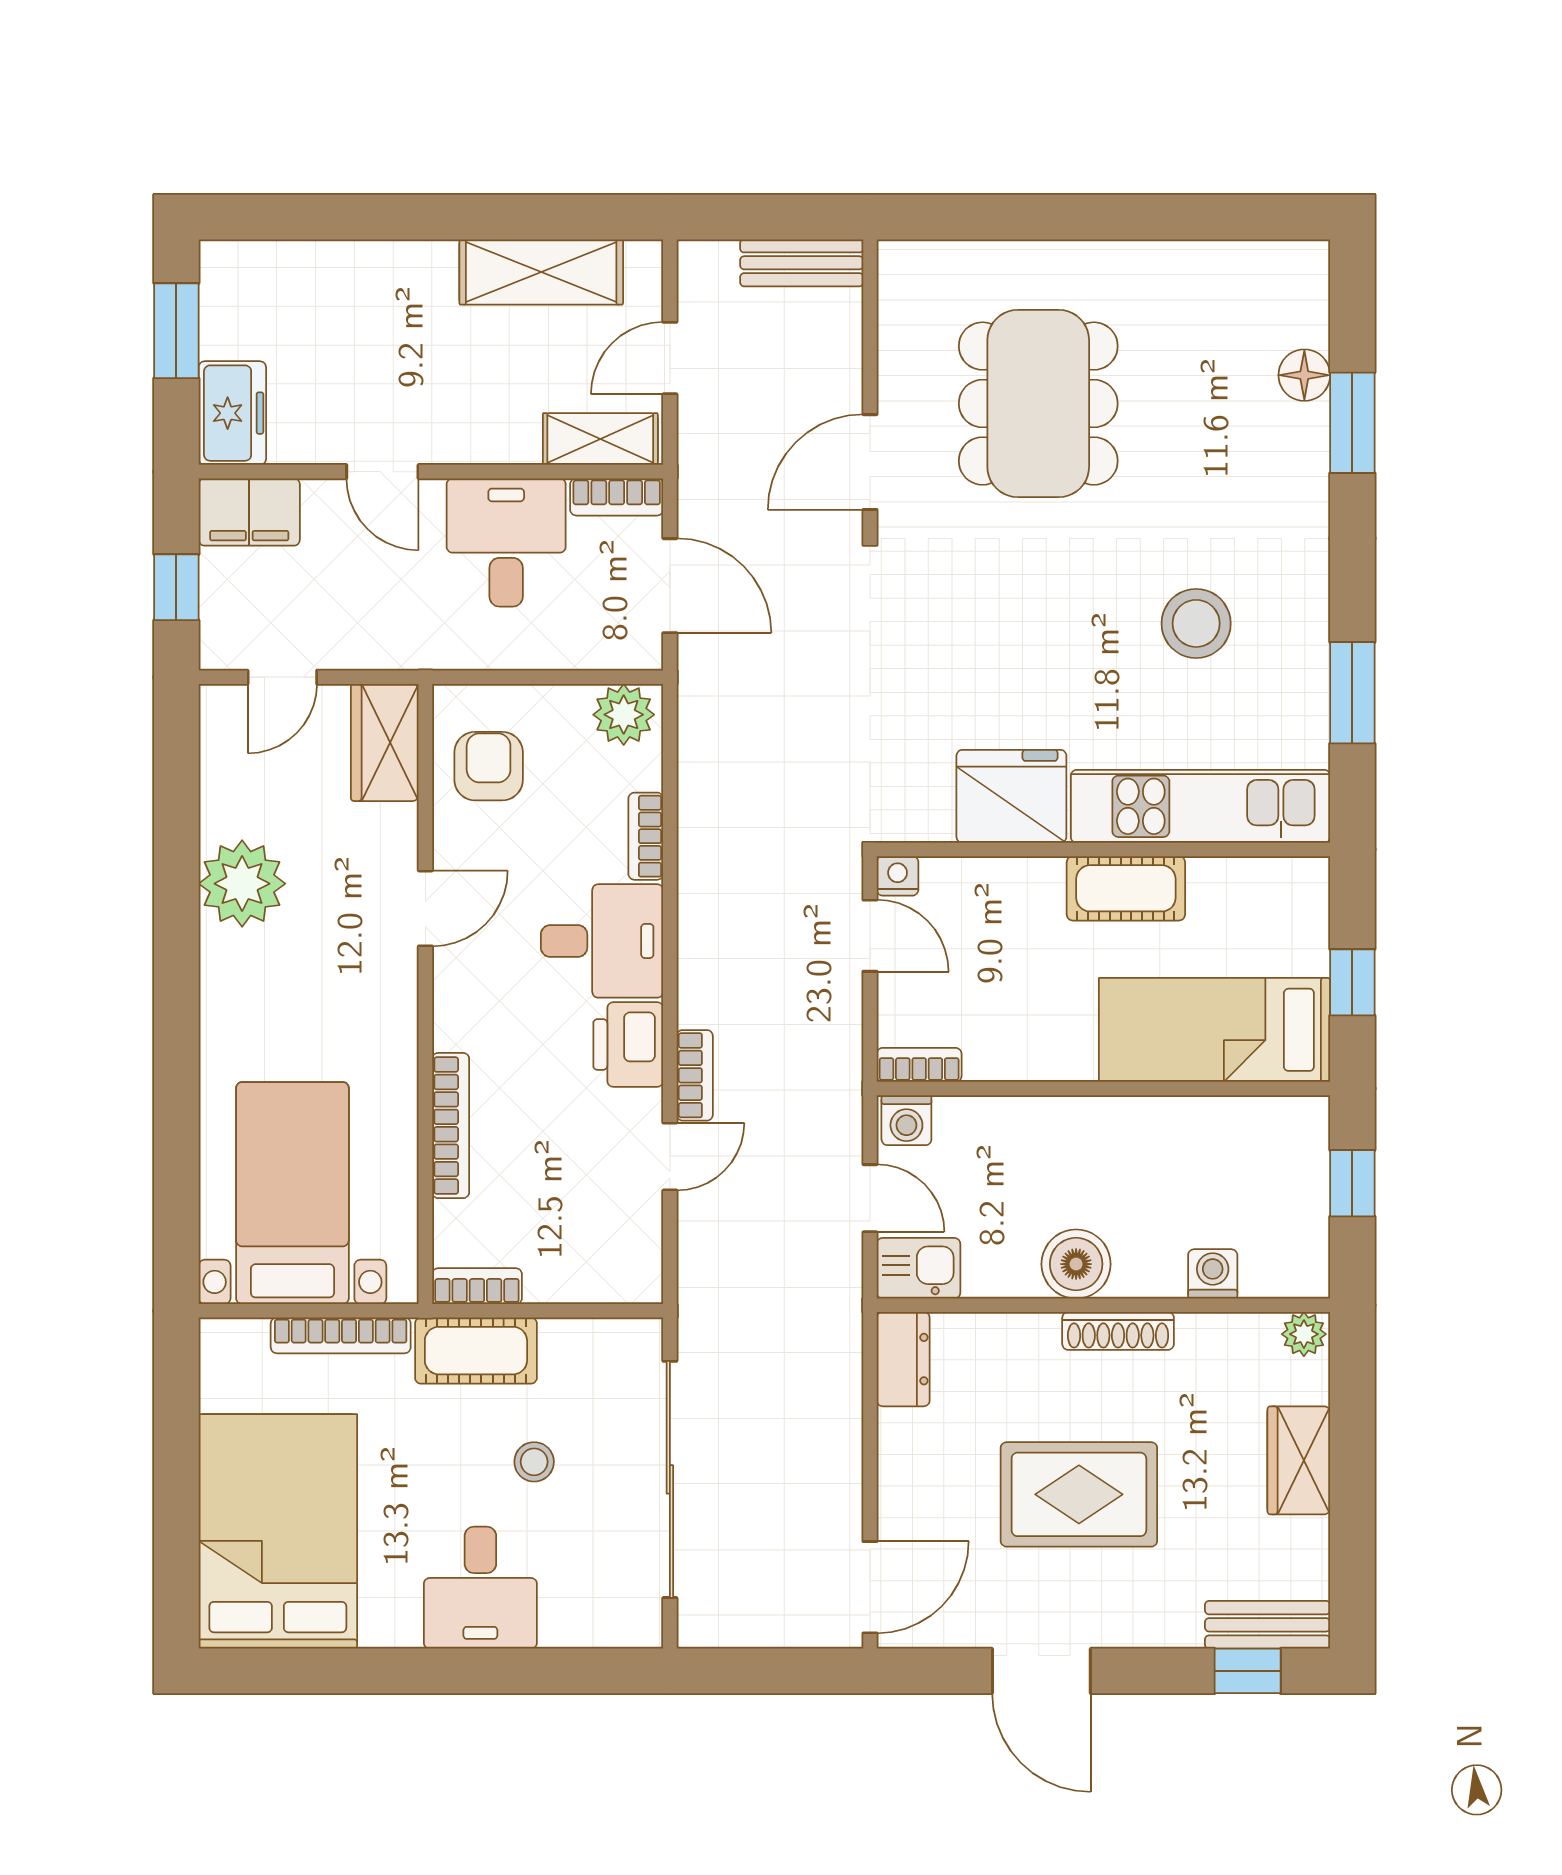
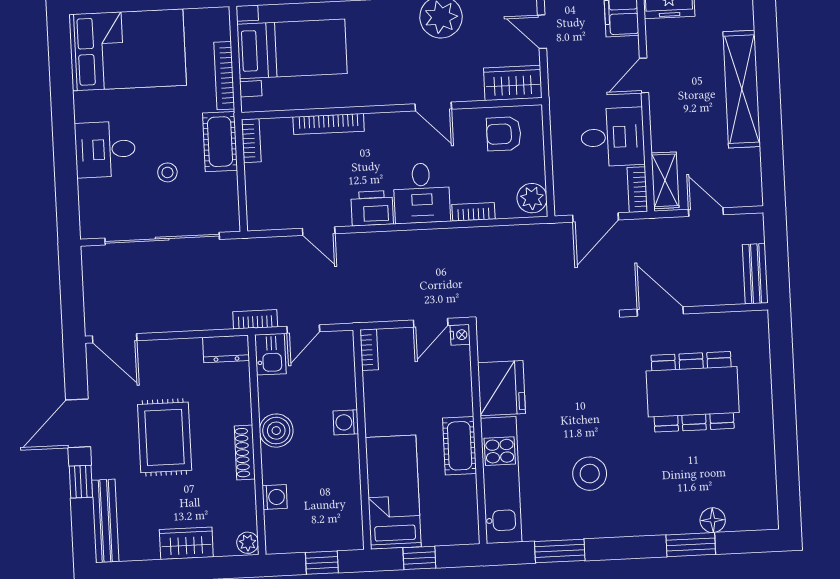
shelving: (541, 272) -> (742, 89), moved, width x1.47
armchair: (489, 766) -> (504, 134), turned 180
bookcase: (695, 1075) -> (255, 319), moved, turned 180
washing machine: (906, 1120) -> (346, 422), moved
bench: (1268, 1625) -> (105, 521), width x1.36
window: (1248, 1671) -> (81, 482), moved

